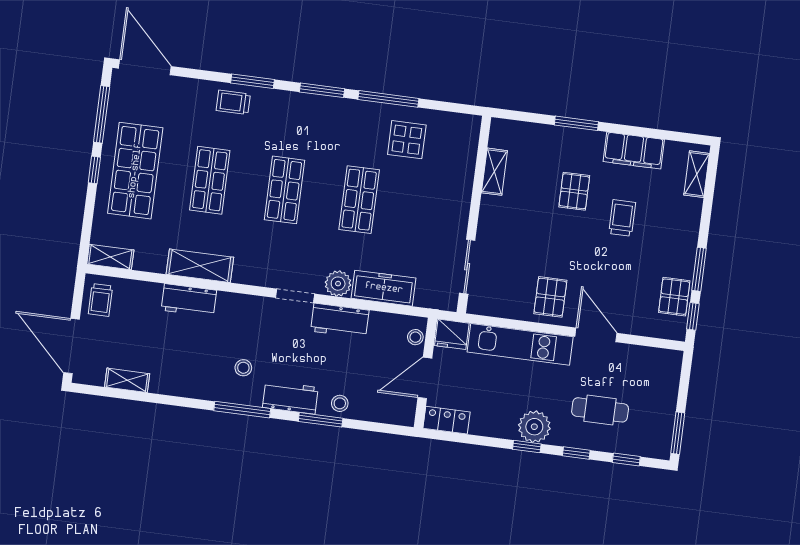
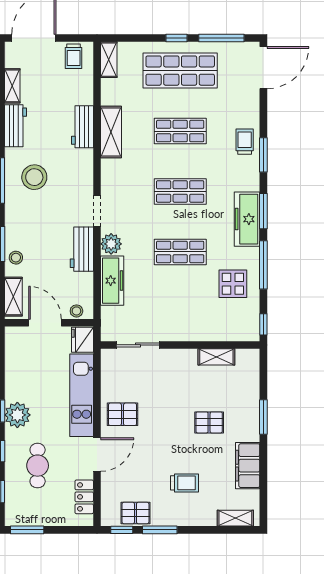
window: (462, 108) -> (263, 324), added
freezer: (329, 112) -> (247, 219), added
trolley: (622, 218) -> (185, 483), moved
trolley: (100, 300) -> (74, 56), turned -90
stool: (243, 368) -> (34, 177), width x1.89, depth x1.89
workbench: (290, 397) -> (15, 126), moved
shelving: (388, 413) -> (13, 297), added
locker: (447, 420) -> (84, 497), moved, turned 180

